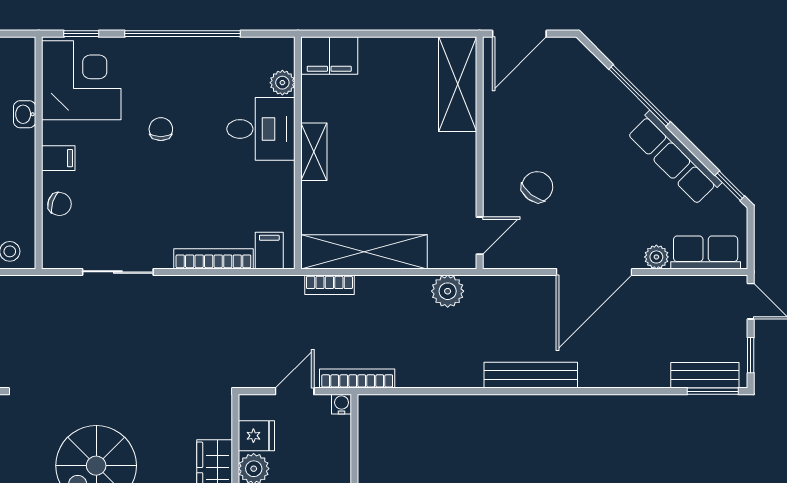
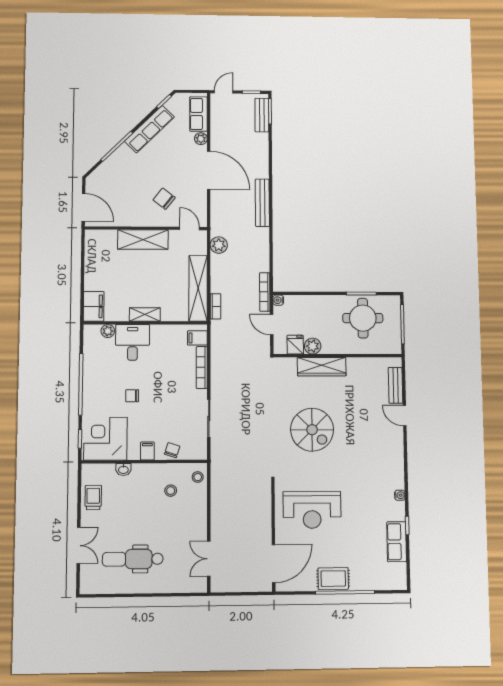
shelving: (458, 84) -> (143, 240), moved

